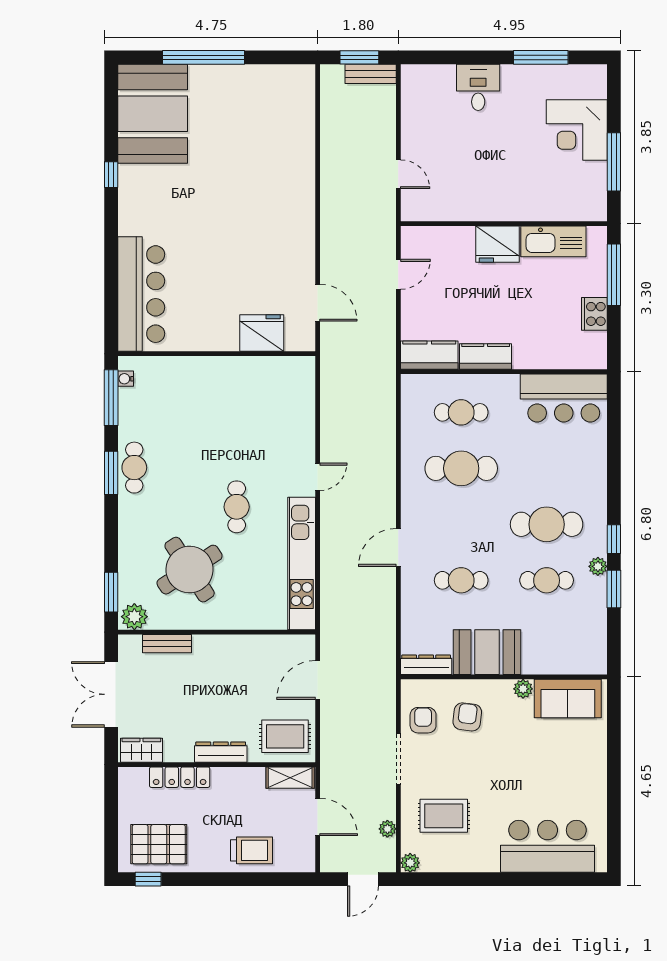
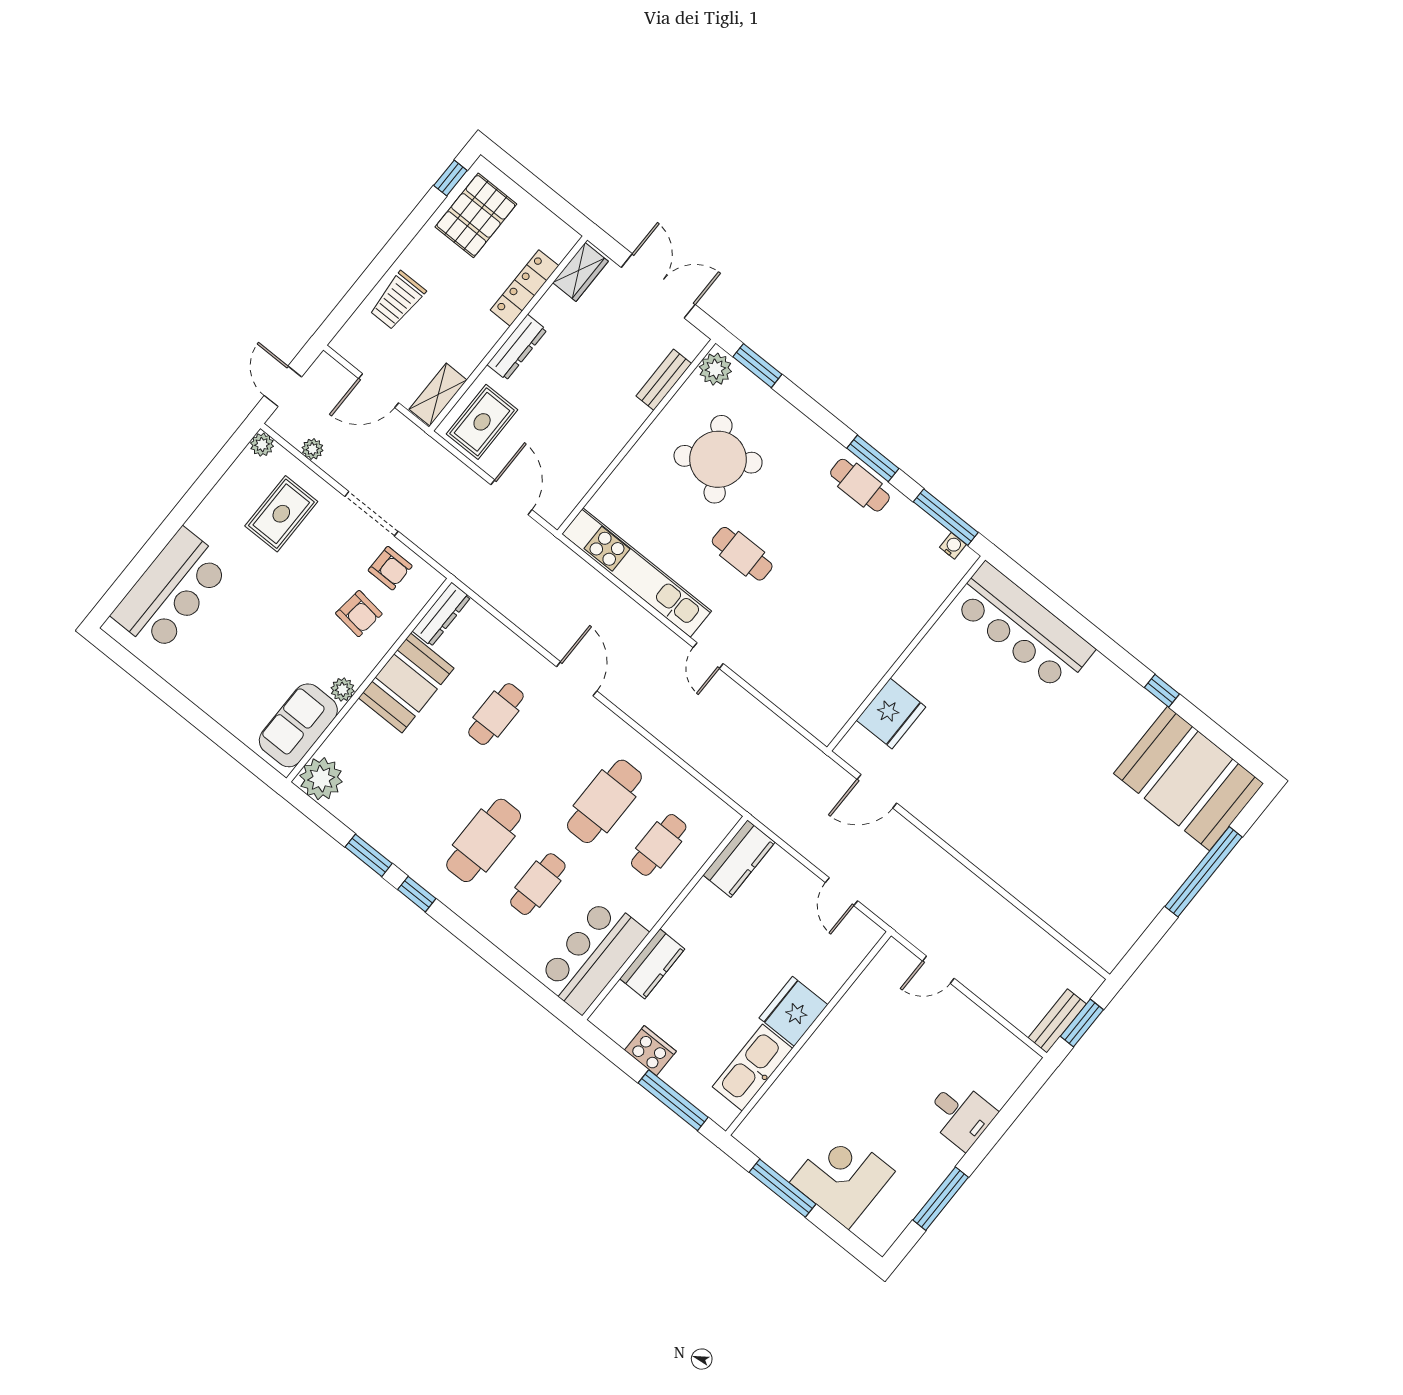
kitchen counter: (486, 356) -> (652, 964), moved
plant: (598, 566) -> (321, 779), moved, width x1.88, depth x1.88
cafe table: (547, 580) -> (538, 884), moved

